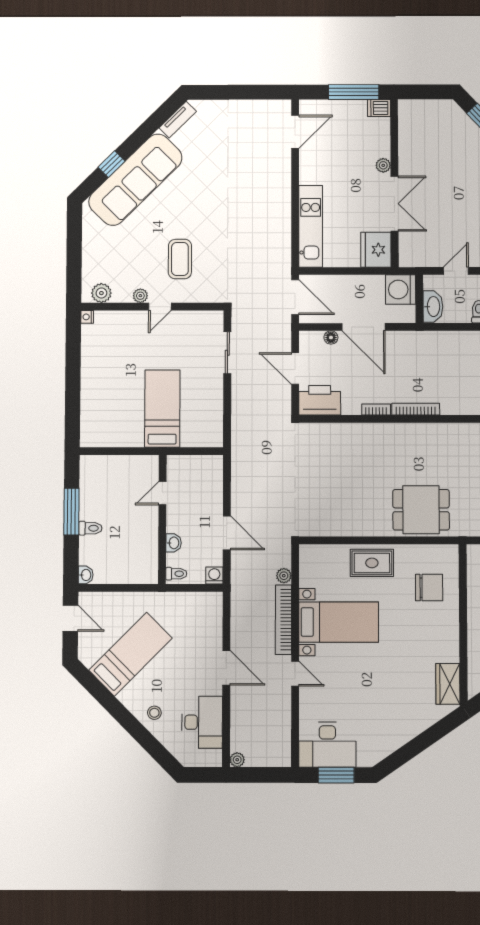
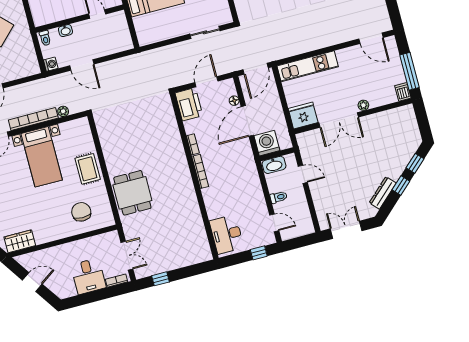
washing machine: (401, 289) -> (267, 143), moved
door: (227, 533) -> (82, 65), hinge flipped
chair: (429, 588) -> (81, 212), turned 180

